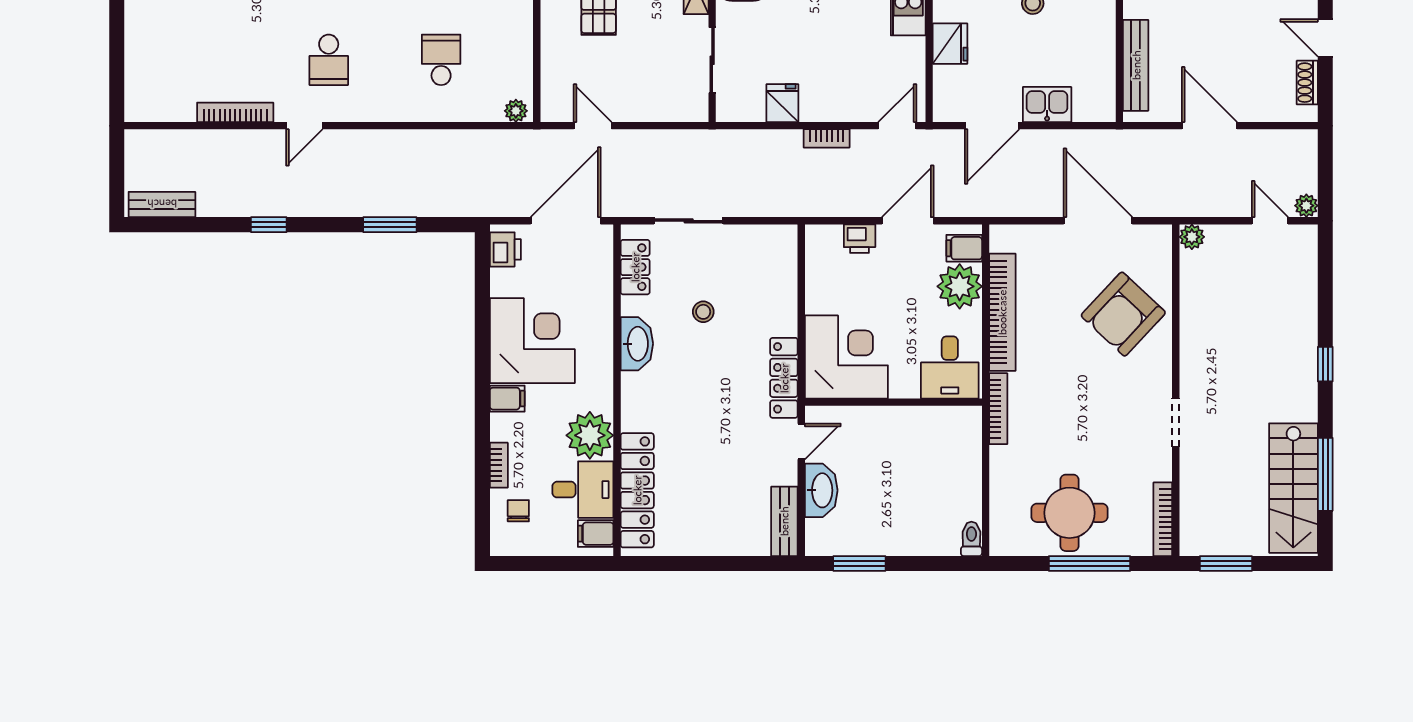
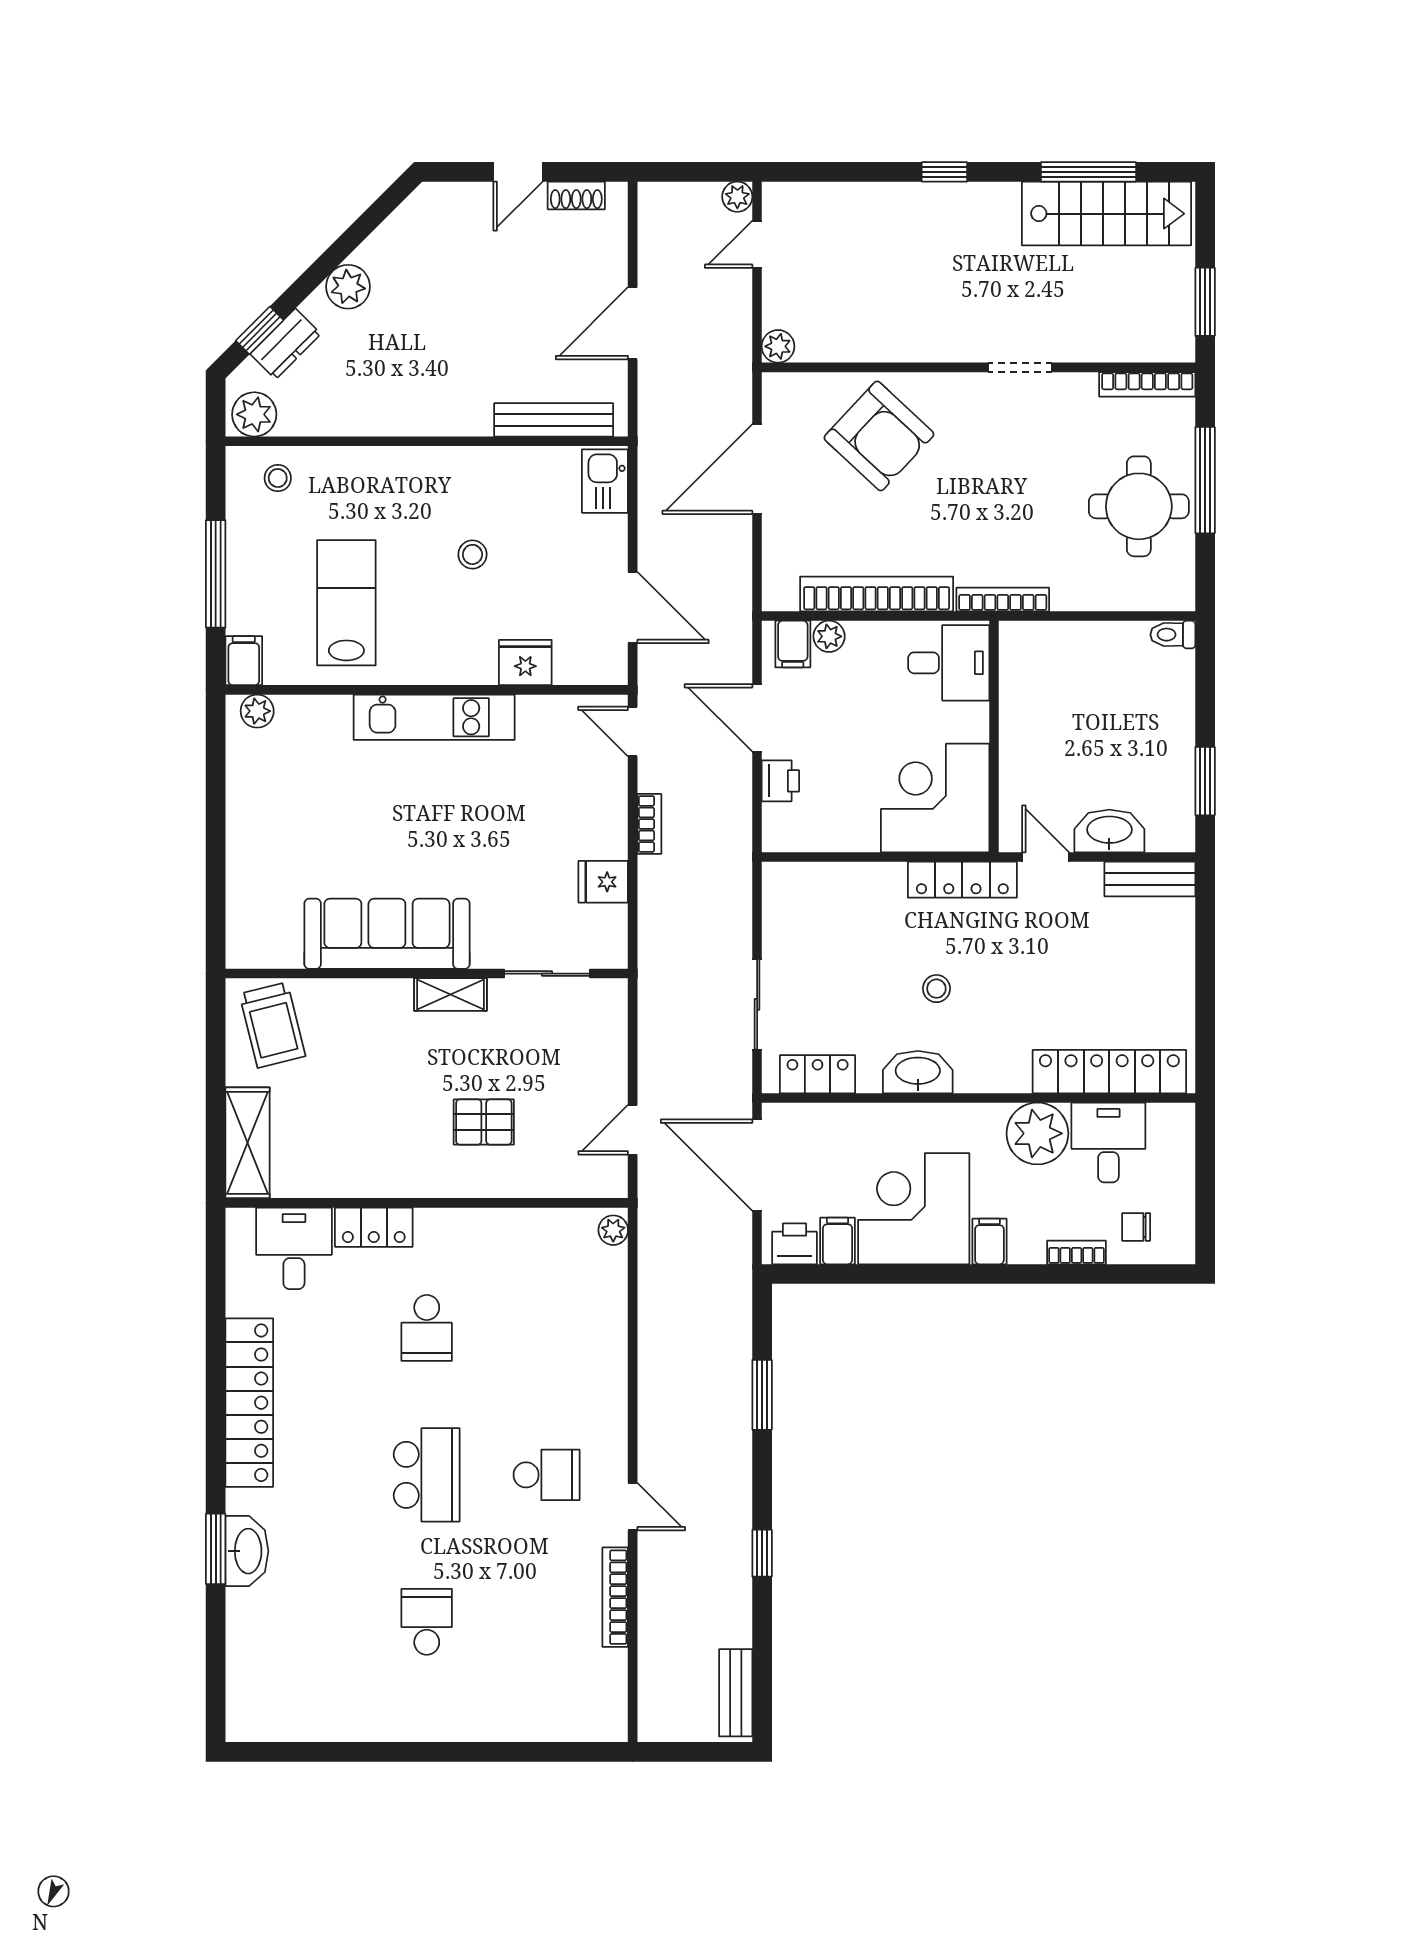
school desk: (441, 60) -> (547, 1328), removed
kitchen sink: (1047, 105) -> (605, 481), moved
plant: (960, 286) -> (829, 636), width x0.53, depth x0.53
stool: (703, 312) -> (936, 989), moved
filing cabinet: (596, 534) -> (837, 1241), moved, turned 180

